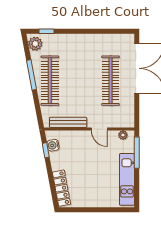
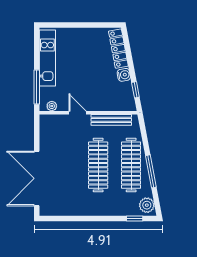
clothes rail: (110, 81) -> (98, 165), moved
water cooler: (53, 145) -> (124, 75), moved

